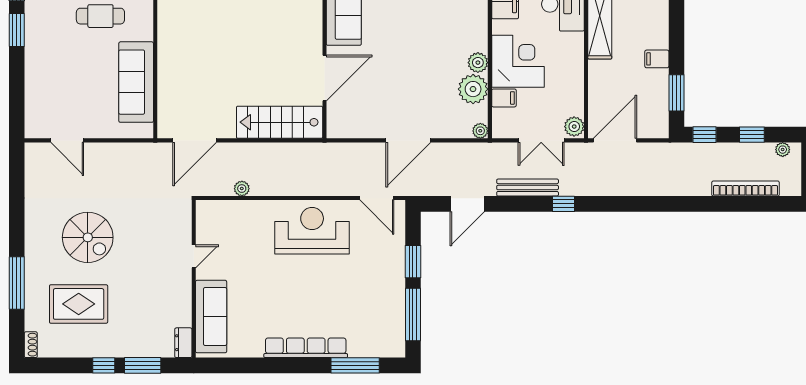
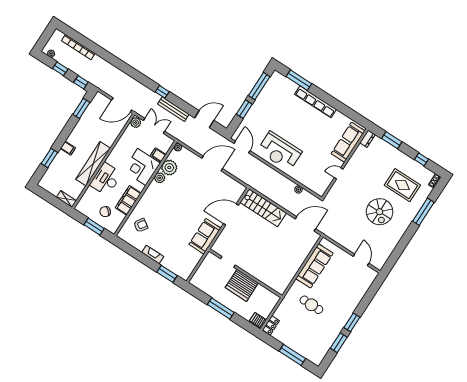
filing cabinet: (657, 59) -> (68, 148), moved
spiral stairs: (88, 237) -> (380, 212), turned 180
window: (104, 365) -> (421, 159), moved

